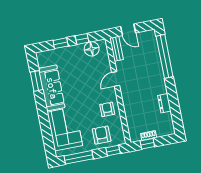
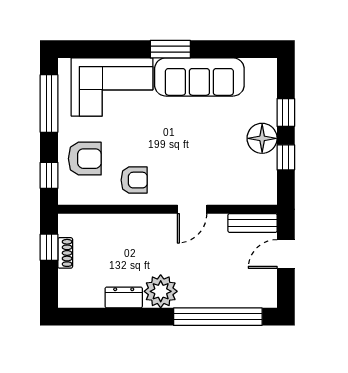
floor lamp: (92, 49) -> (262, 138), moved
door: (116, 79) -> (192, 209), swing flipped
window: (36, 81) -> (170, 49), moved
plant: (158, 86) -> (161, 291), added

